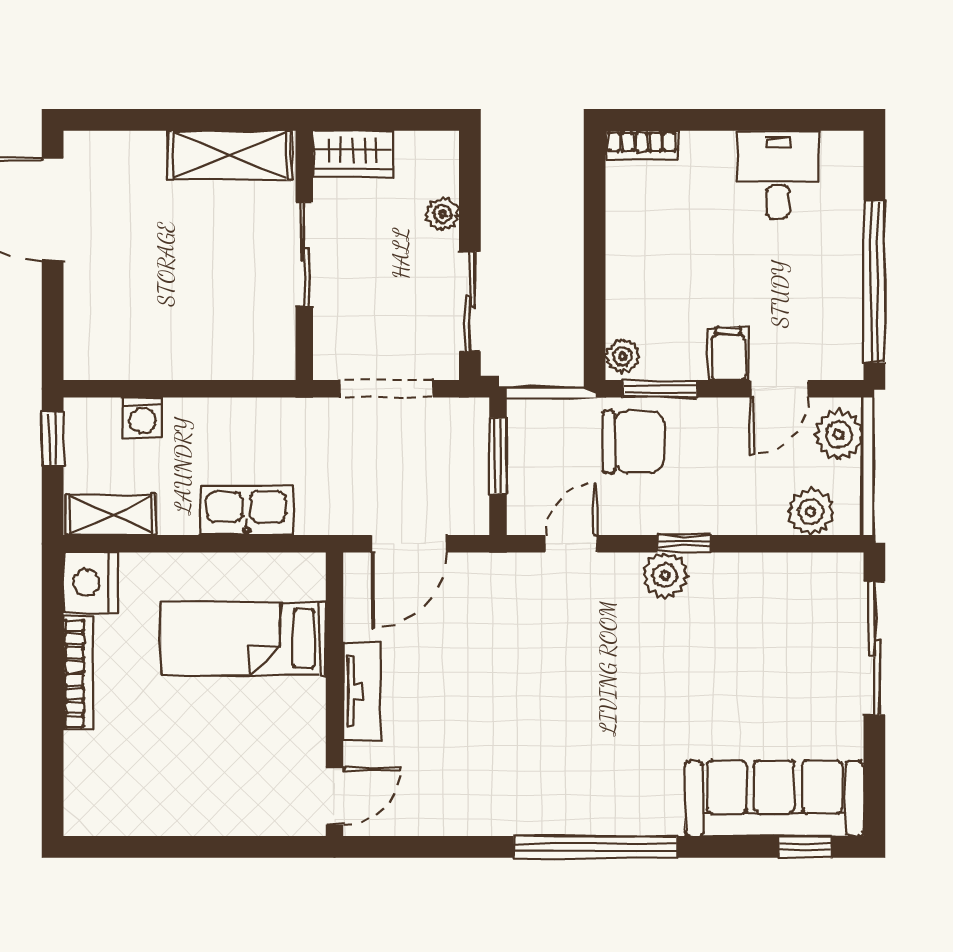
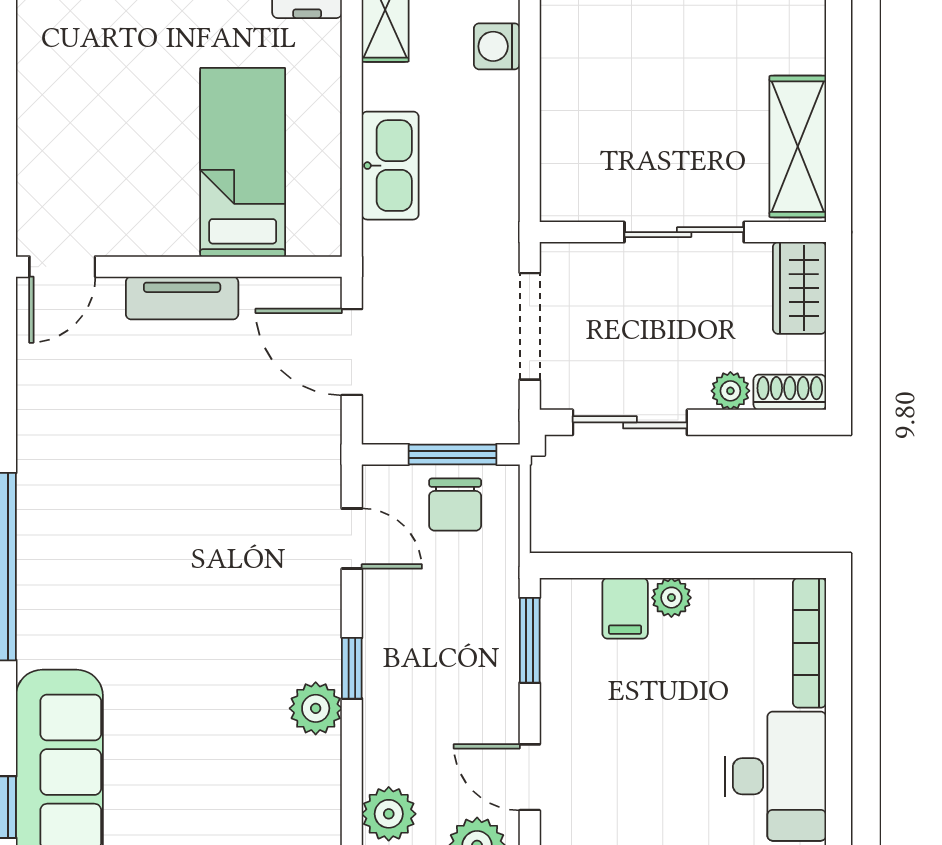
bookcase: (642, 145) -> (809, 643), width x1.56
shoe rack: (444, 162) -> (790, 392), added
desk: (778, 175) -> (775, 776), width x1.37
filing cabinet: (729, 354) -> (625, 608), moved, turned 90
plant: (623, 356) -> (671, 598), moved
chair: (633, 442) -> (455, 505), moved, width x0.73, depth x0.73
plant: (665, 575) -> (316, 708), moved
door: (334, 796) -> (62, 267), hinge flipped

